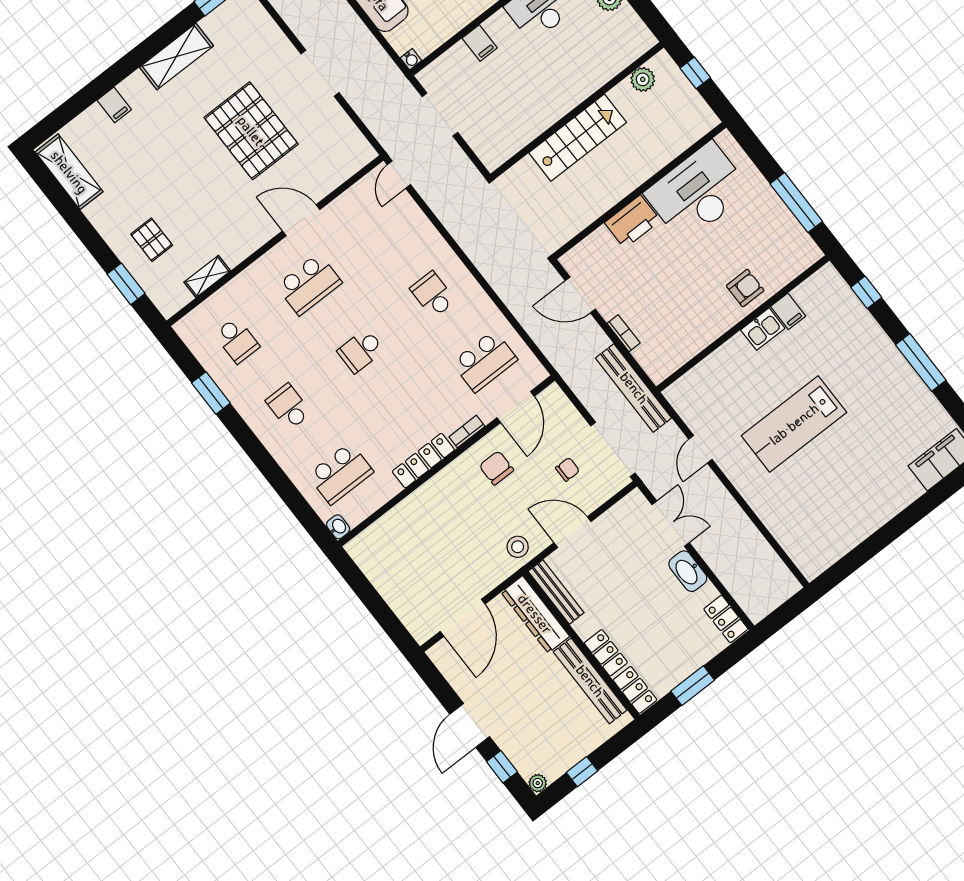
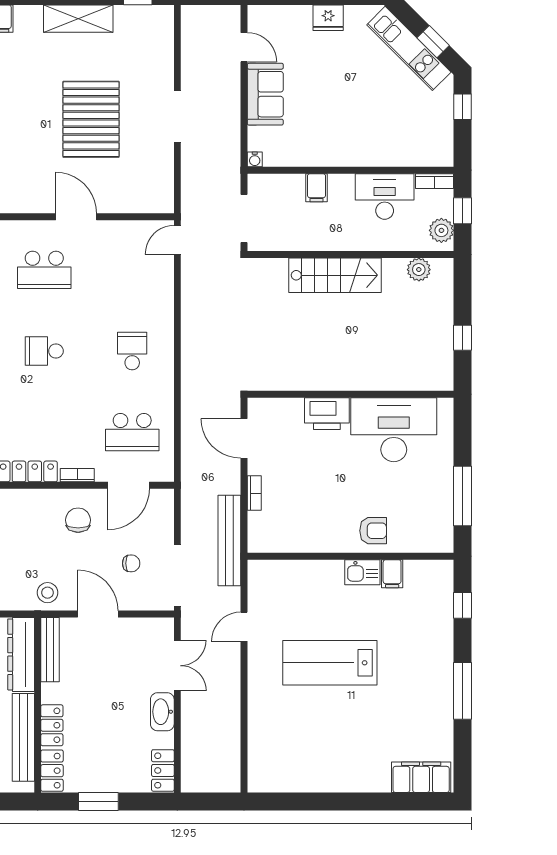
plant: (643, 79) -> (419, 270), moved
wall: (577, 111) -> (350, 254), moved
stairs: (578, 138) -> (335, 275), moved

